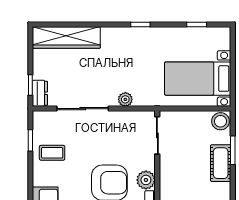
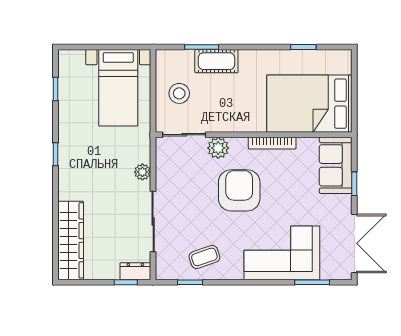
stool: (221, 121) -> (179, 93), moved
coffee table: (52, 153) -> (204, 257), turned 71
plant: (146, 180) -> (218, 148), moved

